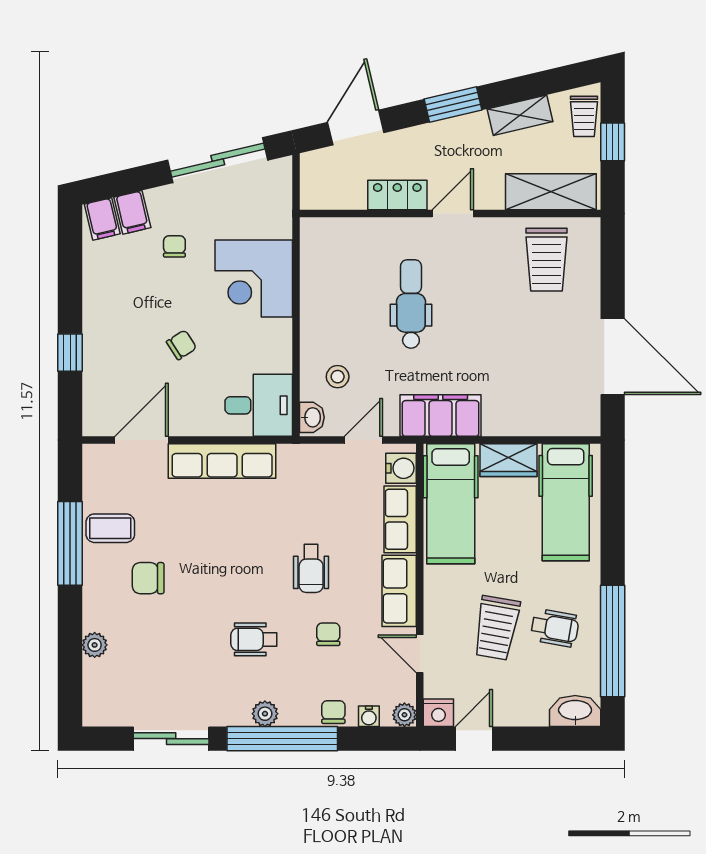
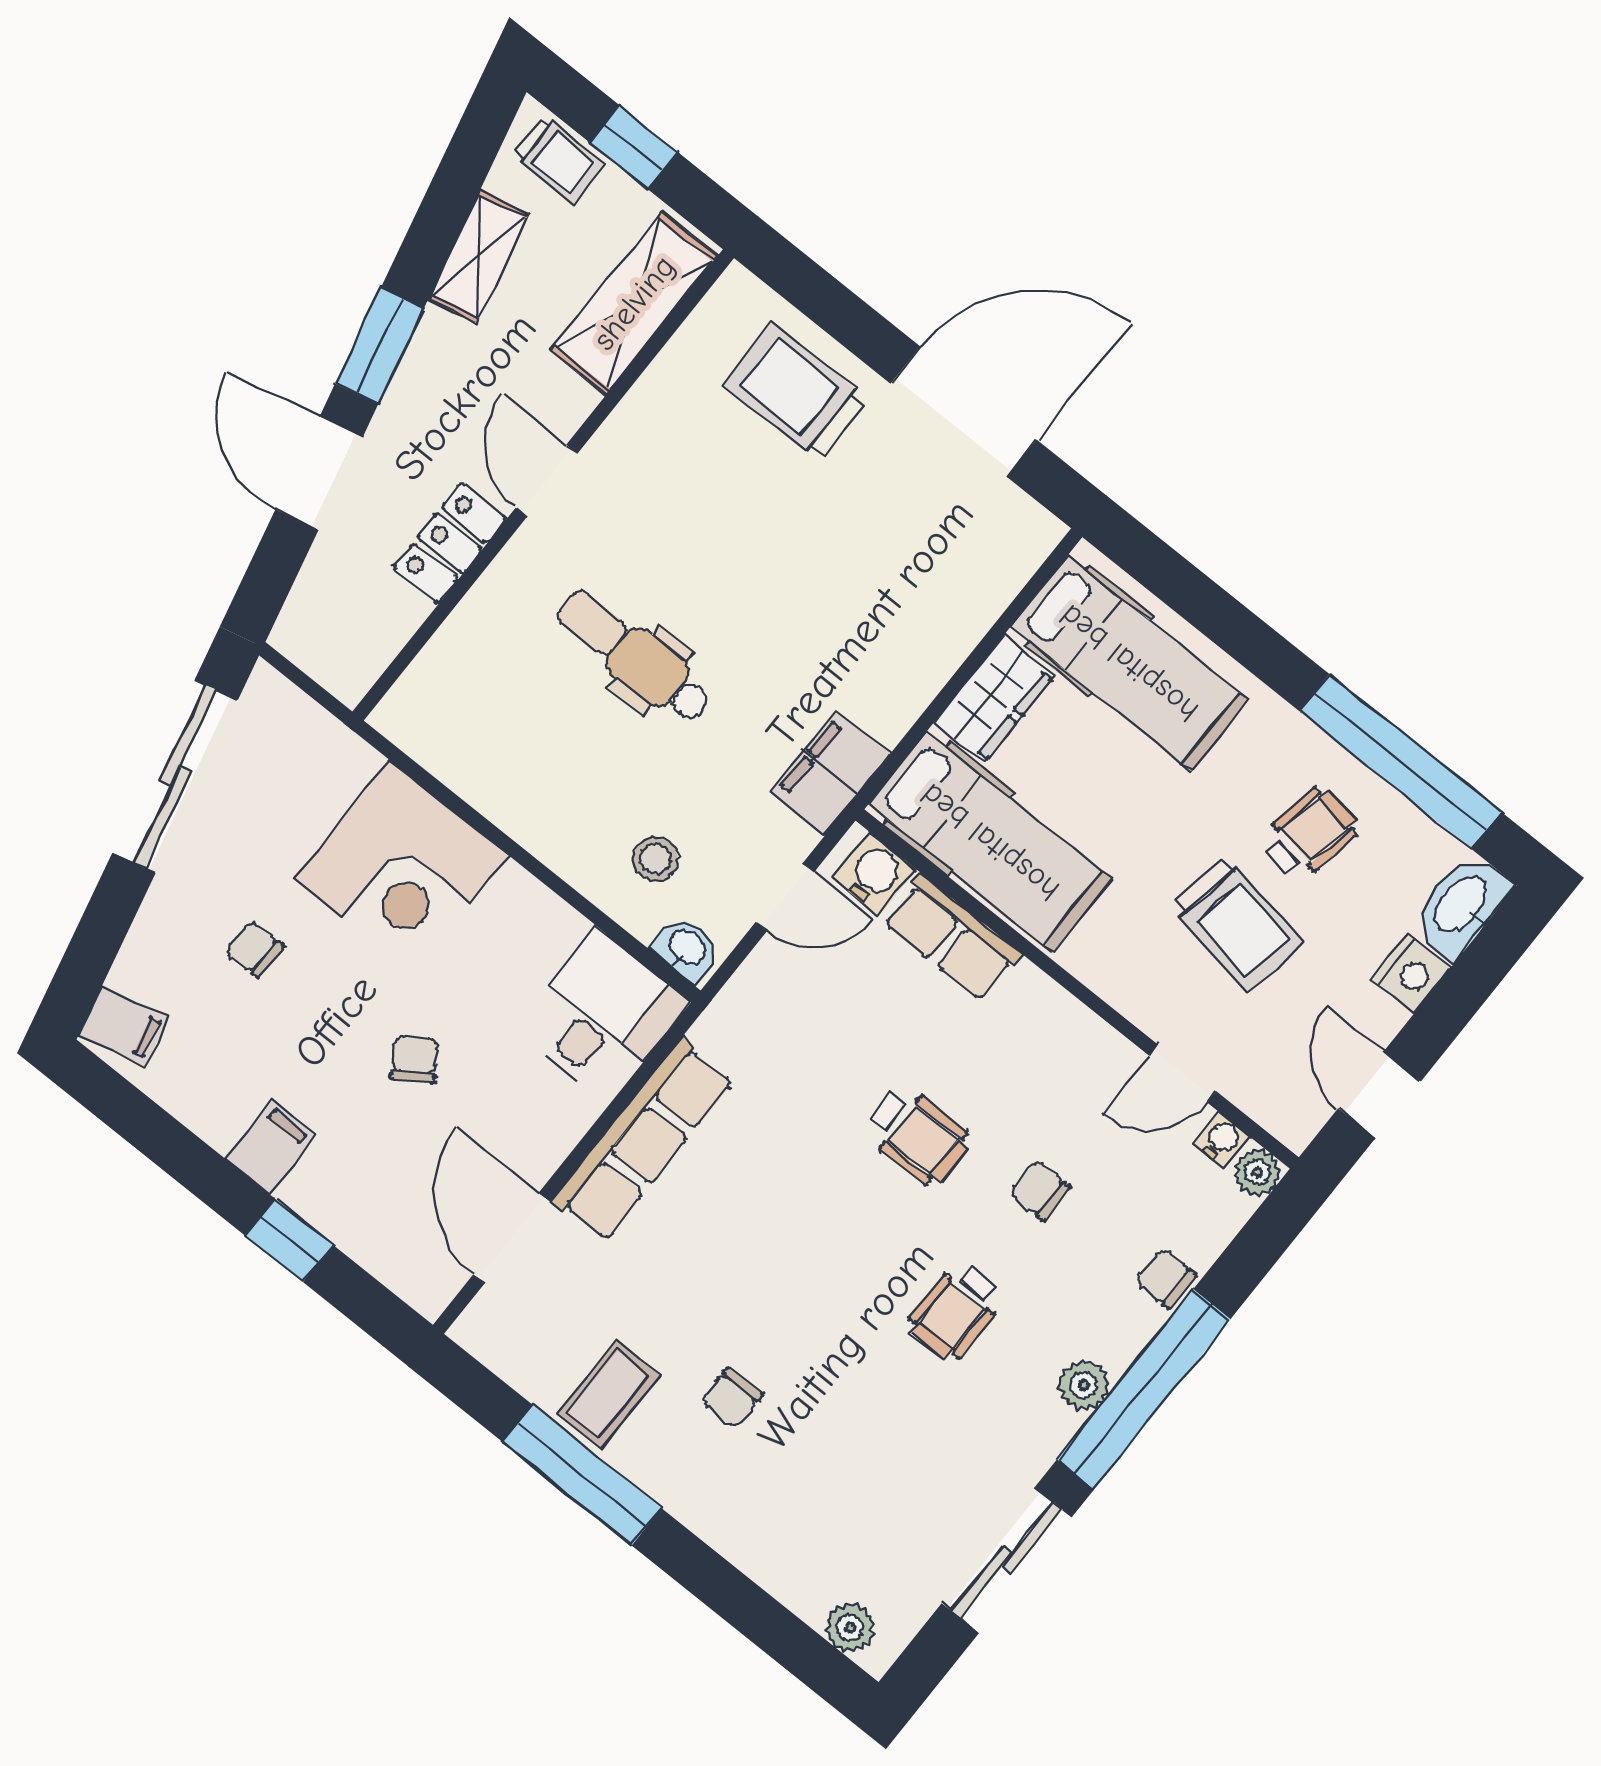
door: (356, 128) -> (319, 473), moved
filing cabinet: (132, 212) -> (271, 1147), moved, turned -77
trolley: (547, 260) -> (796, 392), moved, turned 180
filing cabinet: (441, 416) -> (830, 773), width x0.67, depth x0.86
door: (363, 440) -> (785, 897), swing flipped
chair: (148, 578) -> (732, 1398), width x0.73, depth x0.73
row of seats: (399, 591) -> (1060, 1028), removed
plant: (95, 645) -> (850, 1628), moved
nightstand: (438, 713) -> (1411, 974), moved
water cooler: (369, 716) -> (1222, 1140), moved, turned -90

